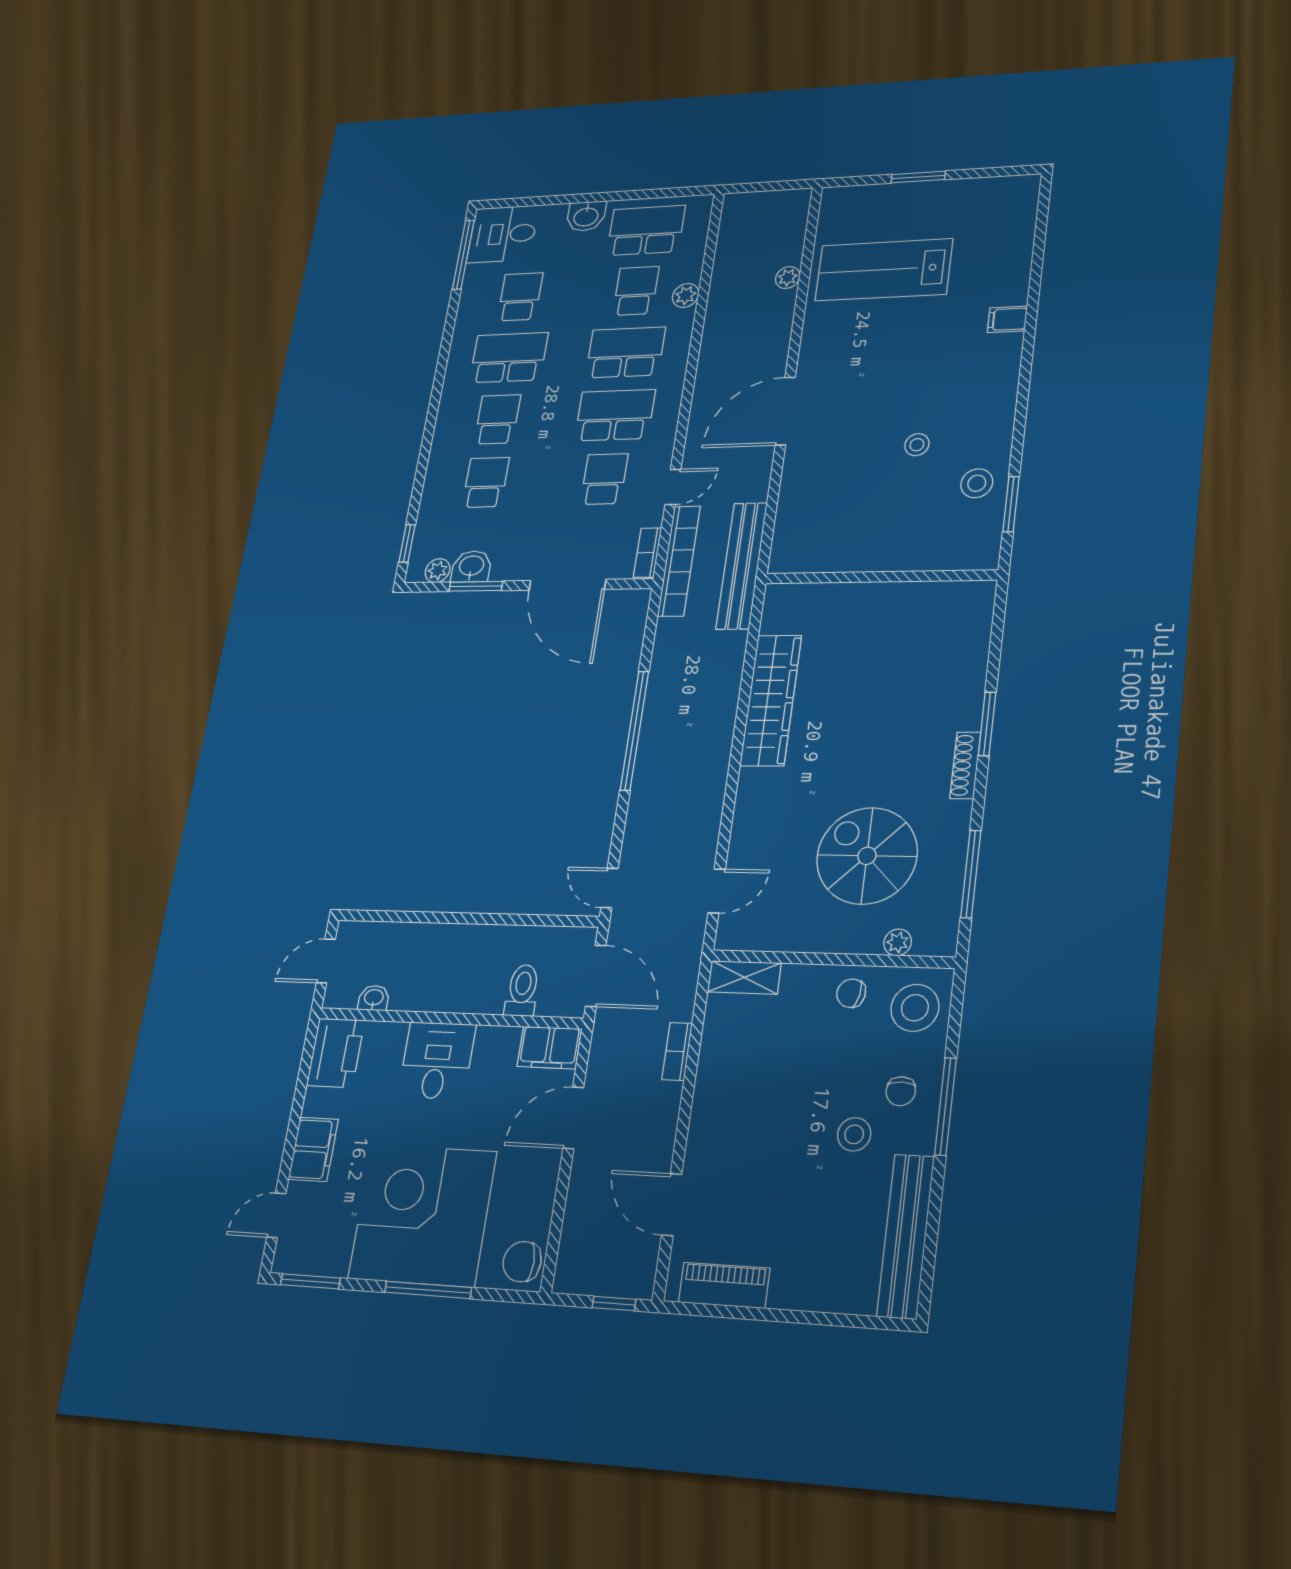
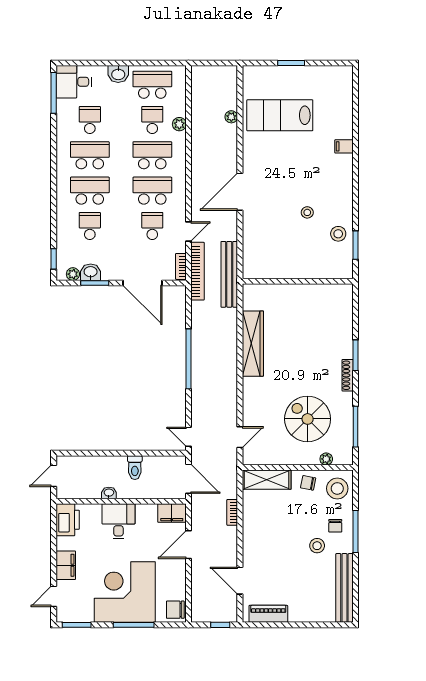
school desk: (497, 419) -> (90, 191), width x1.85
shelving: (744, 977) -> (267, 480), width x1.50, depth x1.33
toilet: (522, 990) -> (135, 468), moved, turned 180
washbasin: (374, 998) -> (109, 493), moved

